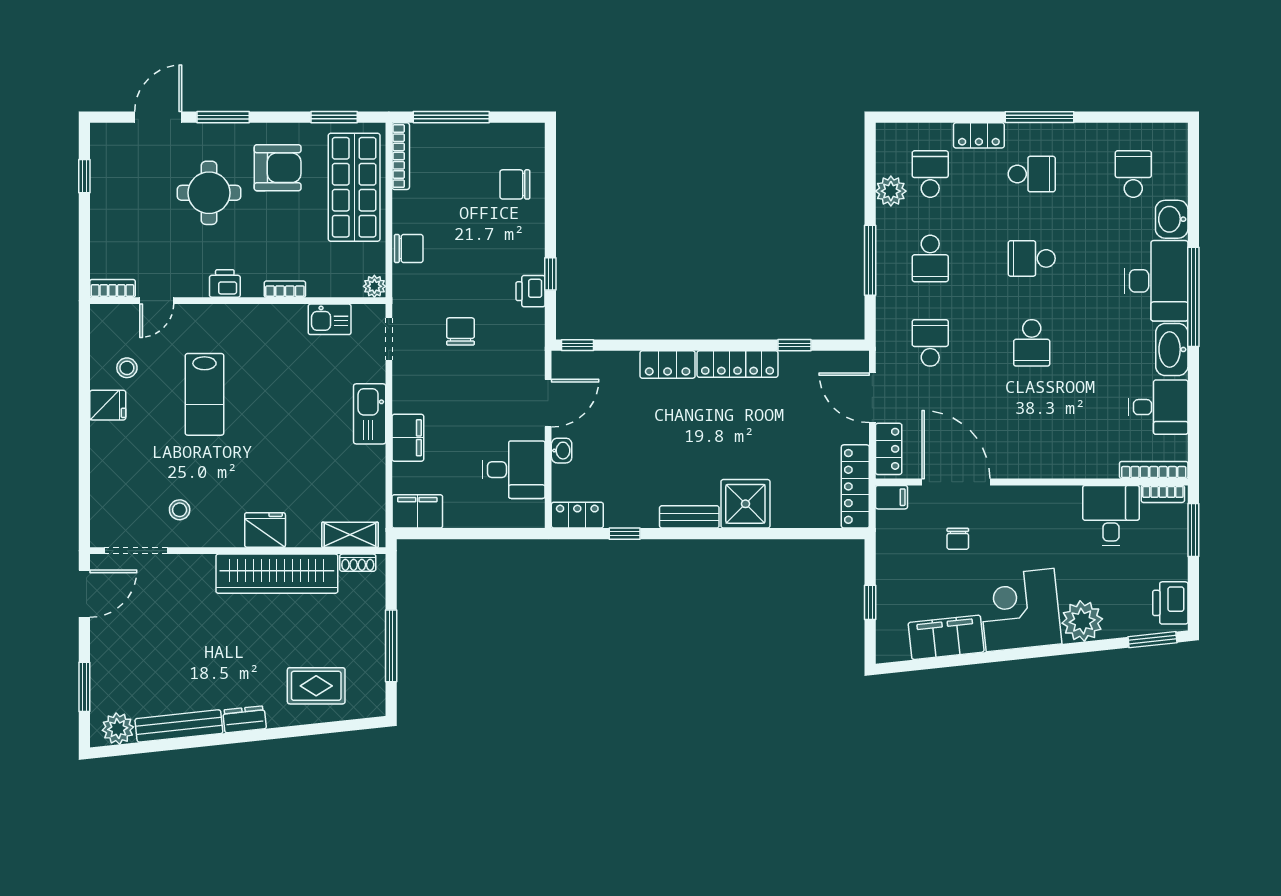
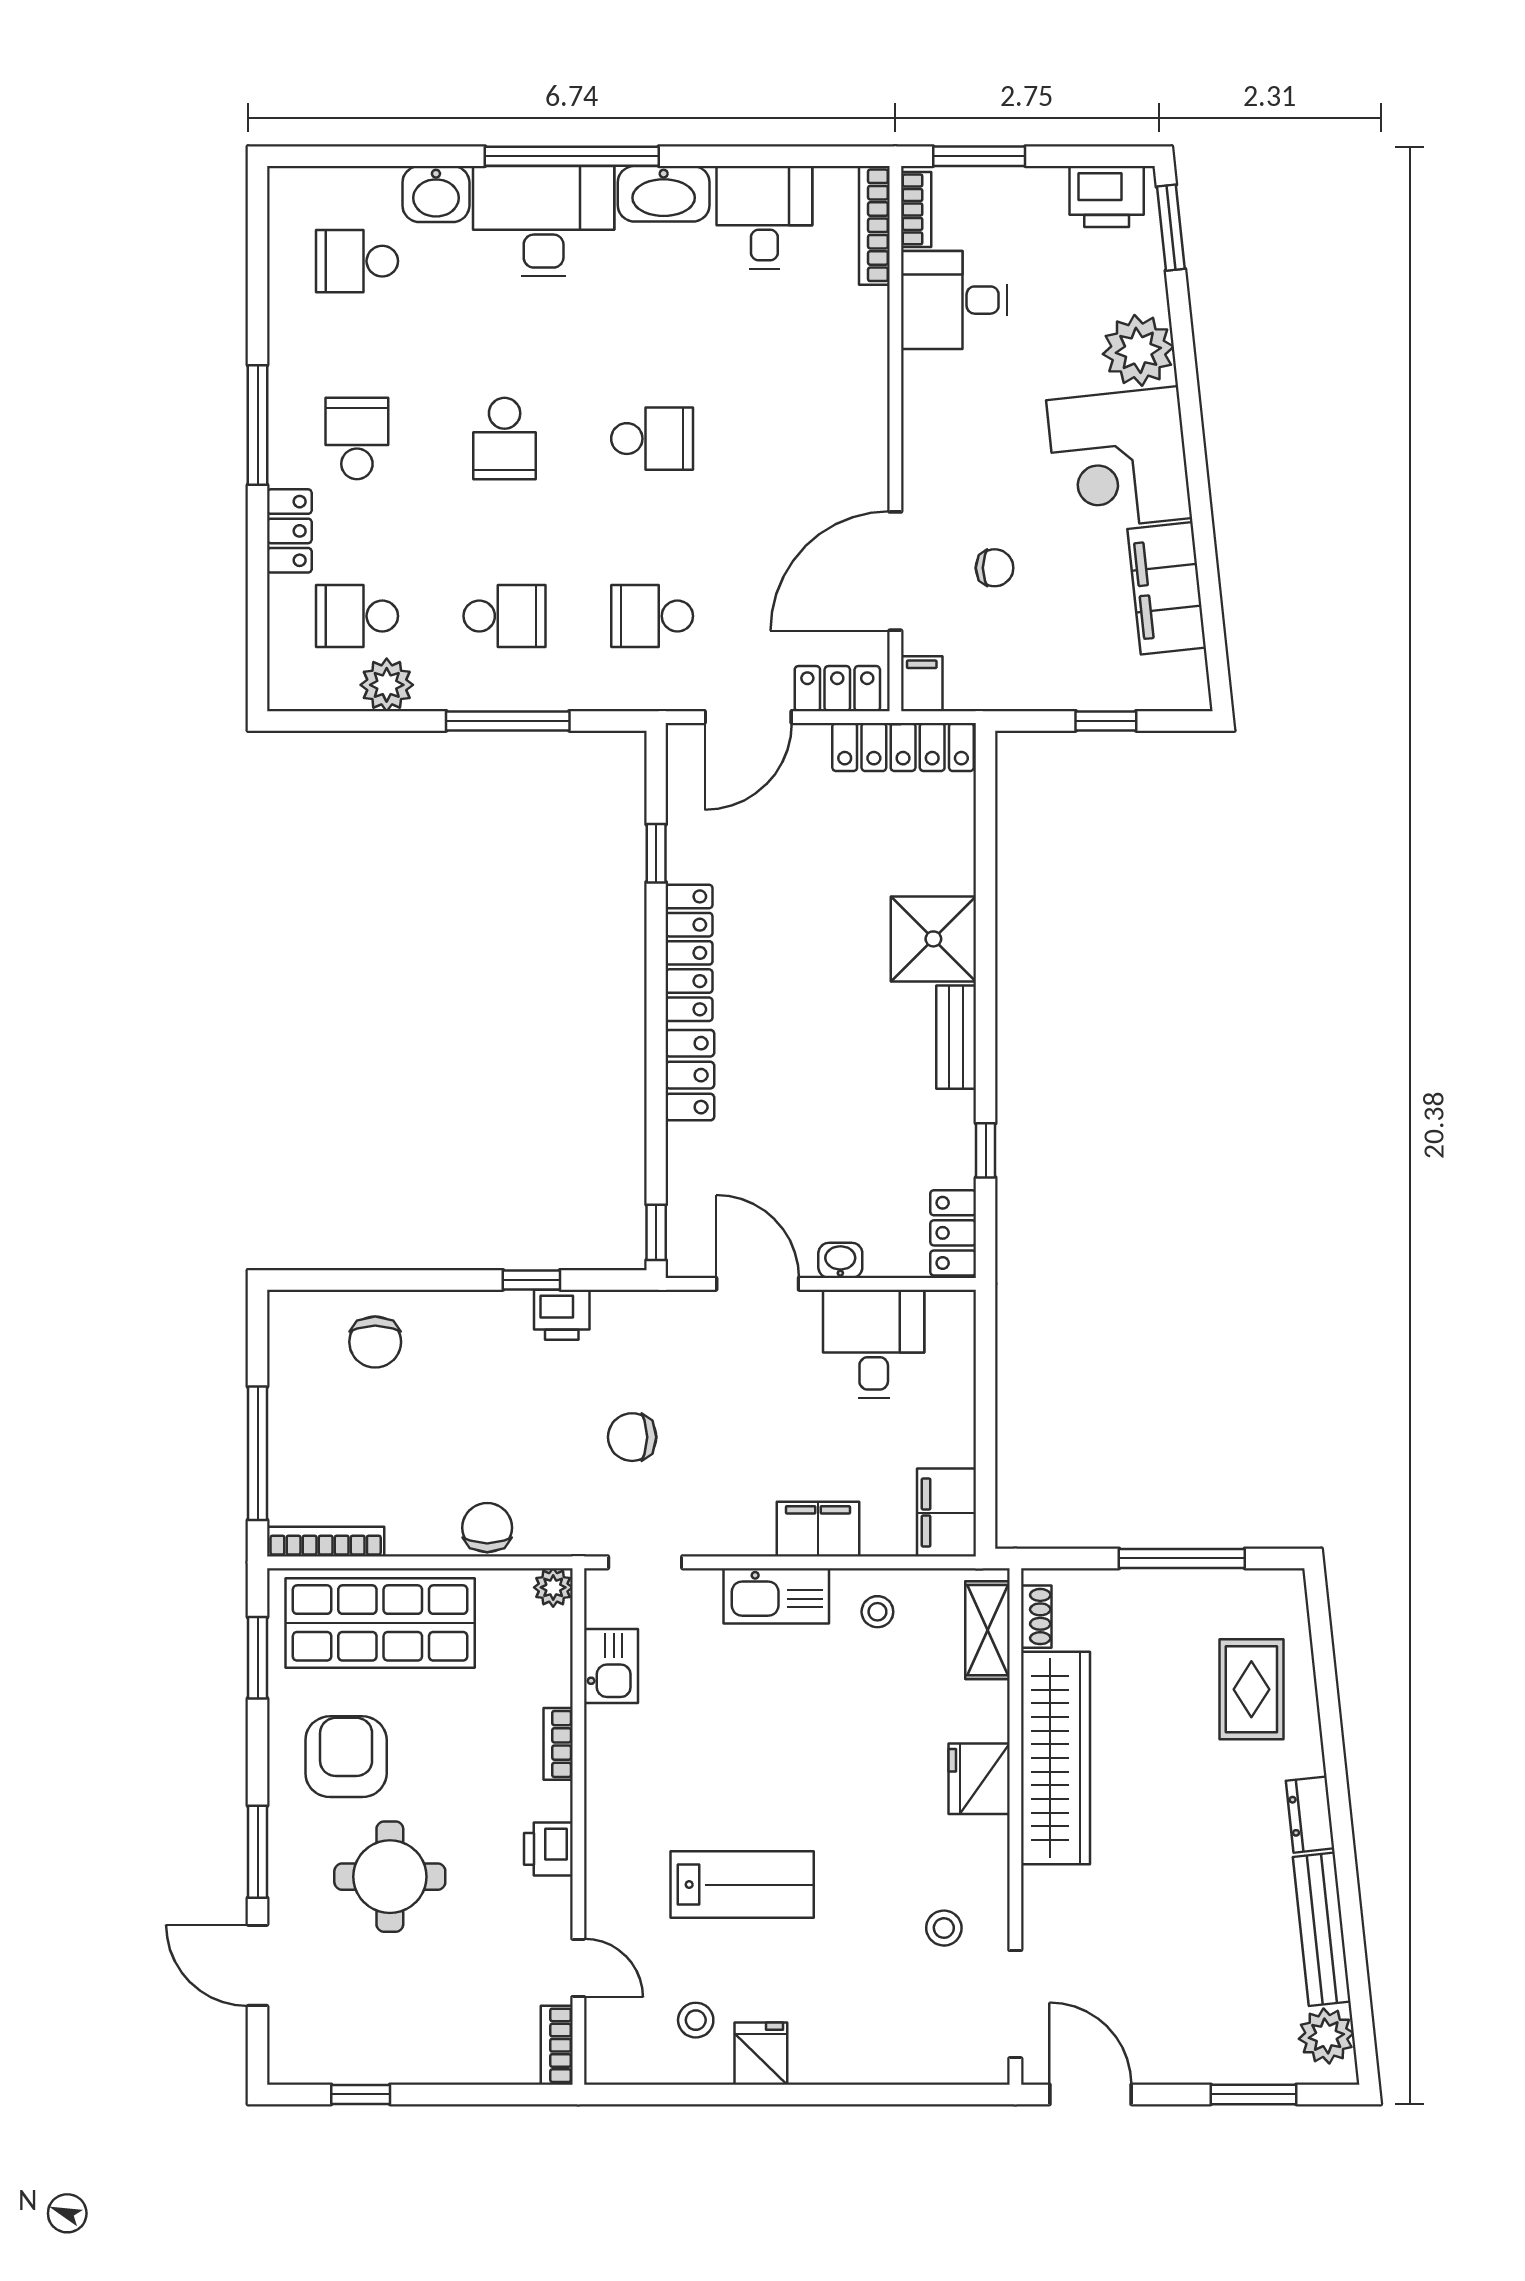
stool: (361, 472) -> (877, 1612), added

